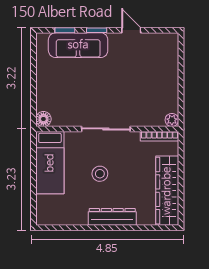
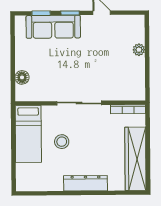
floor lamp: (43, 119) -> (22, 77), moved
plant: (172, 120) -> (139, 50), moved
stool: (100, 174) -> (62, 142), moved

